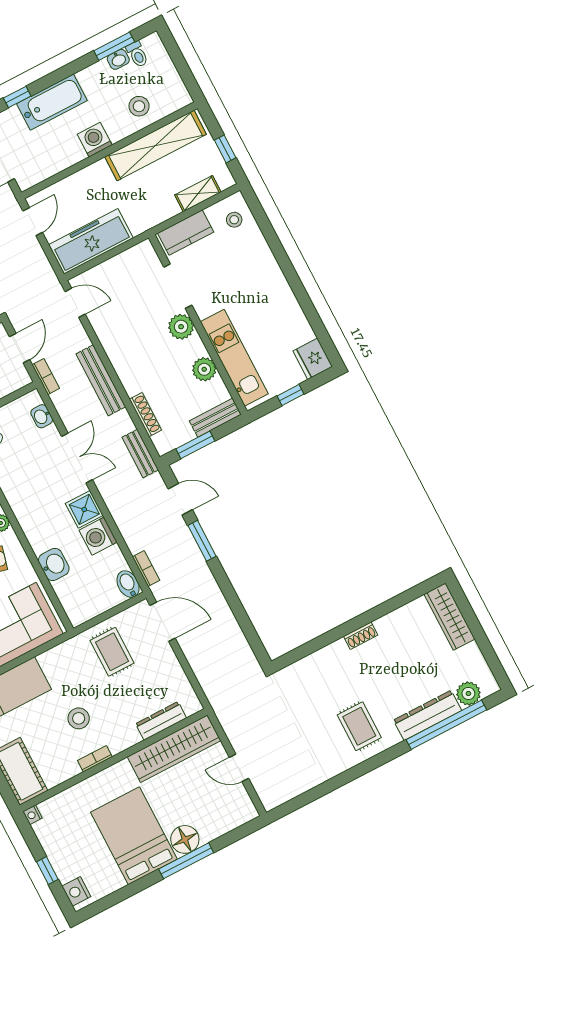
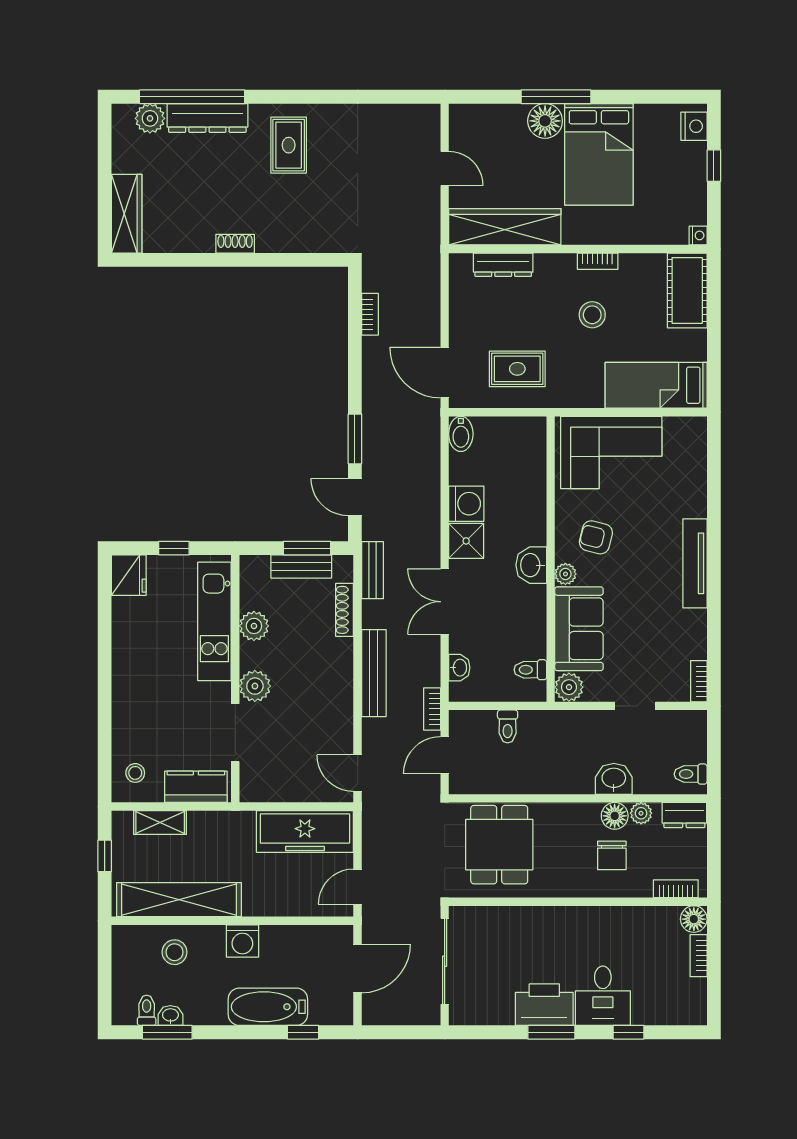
bench: (215, 418) -> (301, 567), moved
washbasin: (54, 564) -> (531, 565), moved
bookcase: (146, 568) -> (370, 314), moved, turned 180
rug: (112, 652) -> (517, 369), turned 90

